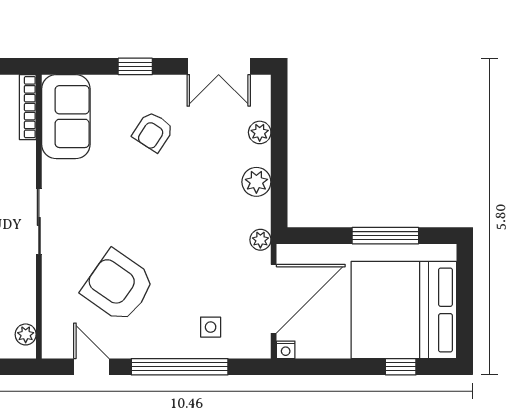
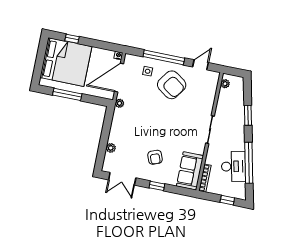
double door: (219, 66) -> (122, 179), swing flipped
armchair: (153, 132) -> (155, 157), turned 126
plant: (256, 182) -> (116, 128), removed
armchair: (118, 286) -> (172, 85), moved
door: (91, 367) -> (200, 65), swing flipped

